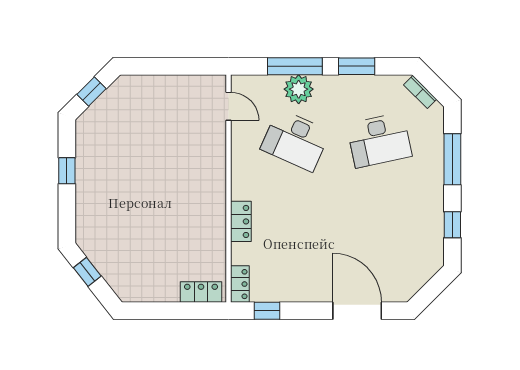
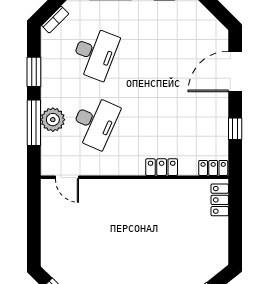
door: (229, 106) -> (67, 177), swing flipped
desk: (379, 140) -> (95, 53), turned 33
window: (267, 311) -> (235, 129), moved

